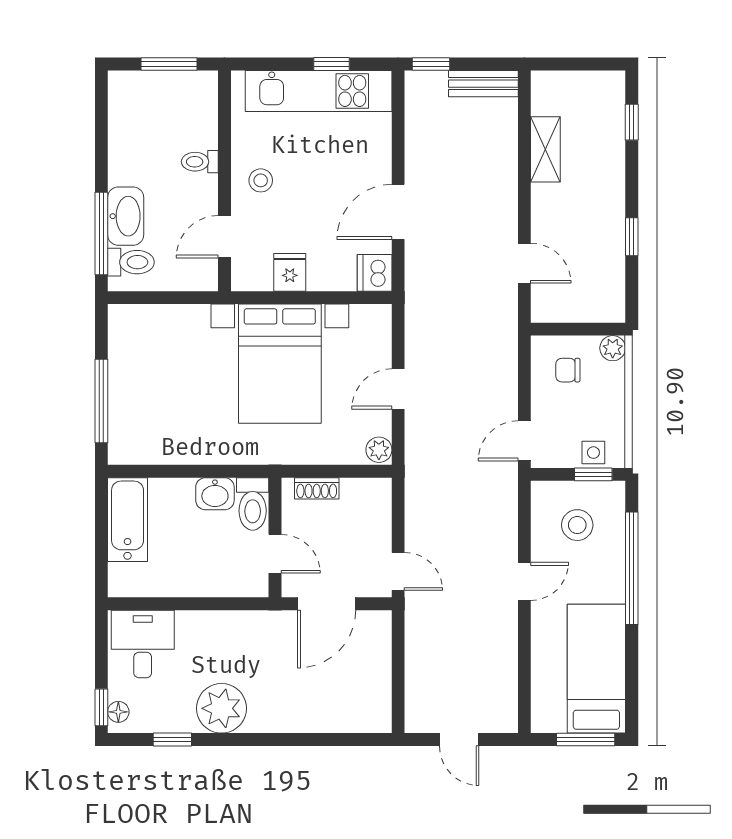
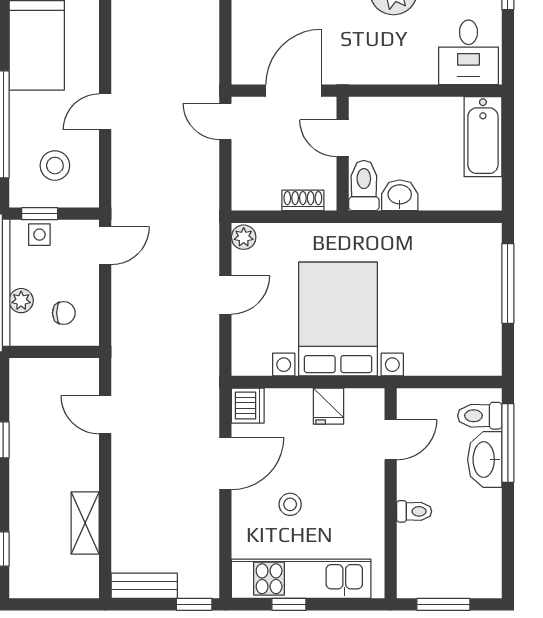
stool: (261, 180) -> (290, 504), moved
plant: (613, 348) -> (21, 301), moved
bathtub: (128, 520) -> (483, 137), moved

